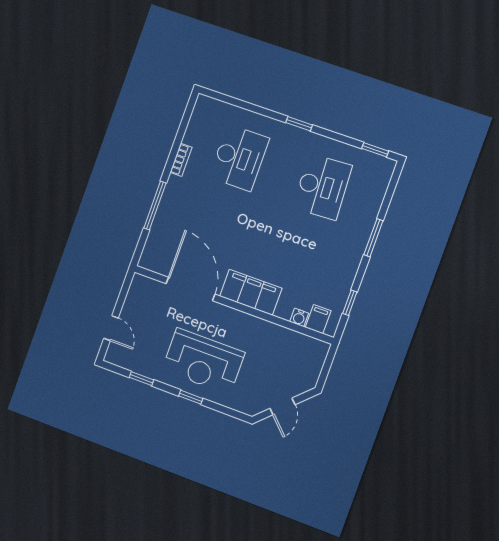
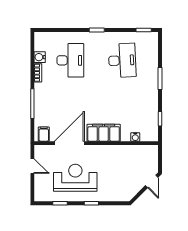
water cooler: (193, 136) -> (40, 57), added
door: (190, 289) -> (69, 143), hinge flipped
filing cabinet: (318, 319) -> (44, 134), moved
door: (111, 328) -> (32, 166), moved
reception desk: (203, 361) -> (75, 178), moved, turned 180
door: (282, 406) -> (152, 181), moved

